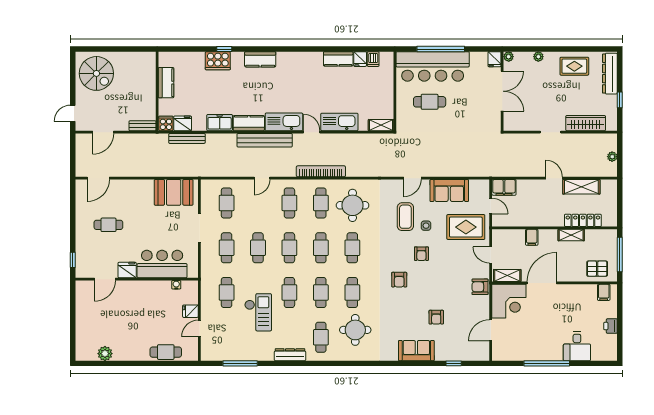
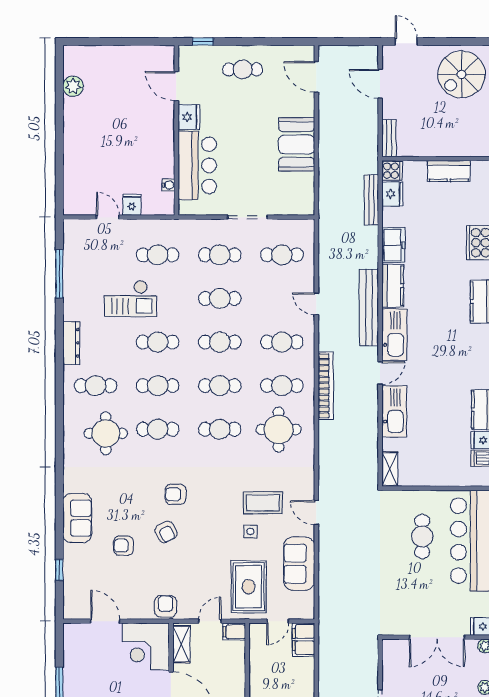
booth: (174, 192) -> (297, 144), moved
cafe table: (108, 225) -> (243, 69), moved, turned 90
filing cabinet: (532, 237) -> (234, 632), moved
armchair: (421, 254) -> (166, 532), moved, turned -117
cafe table: (166, 352) -> (75, 171), removed

